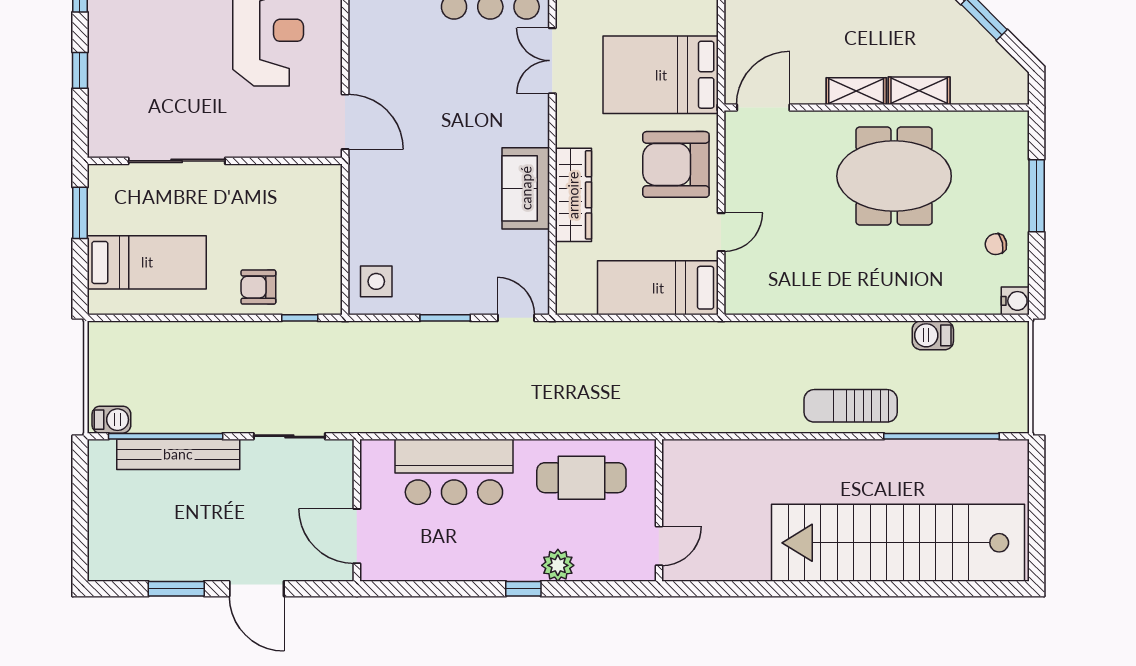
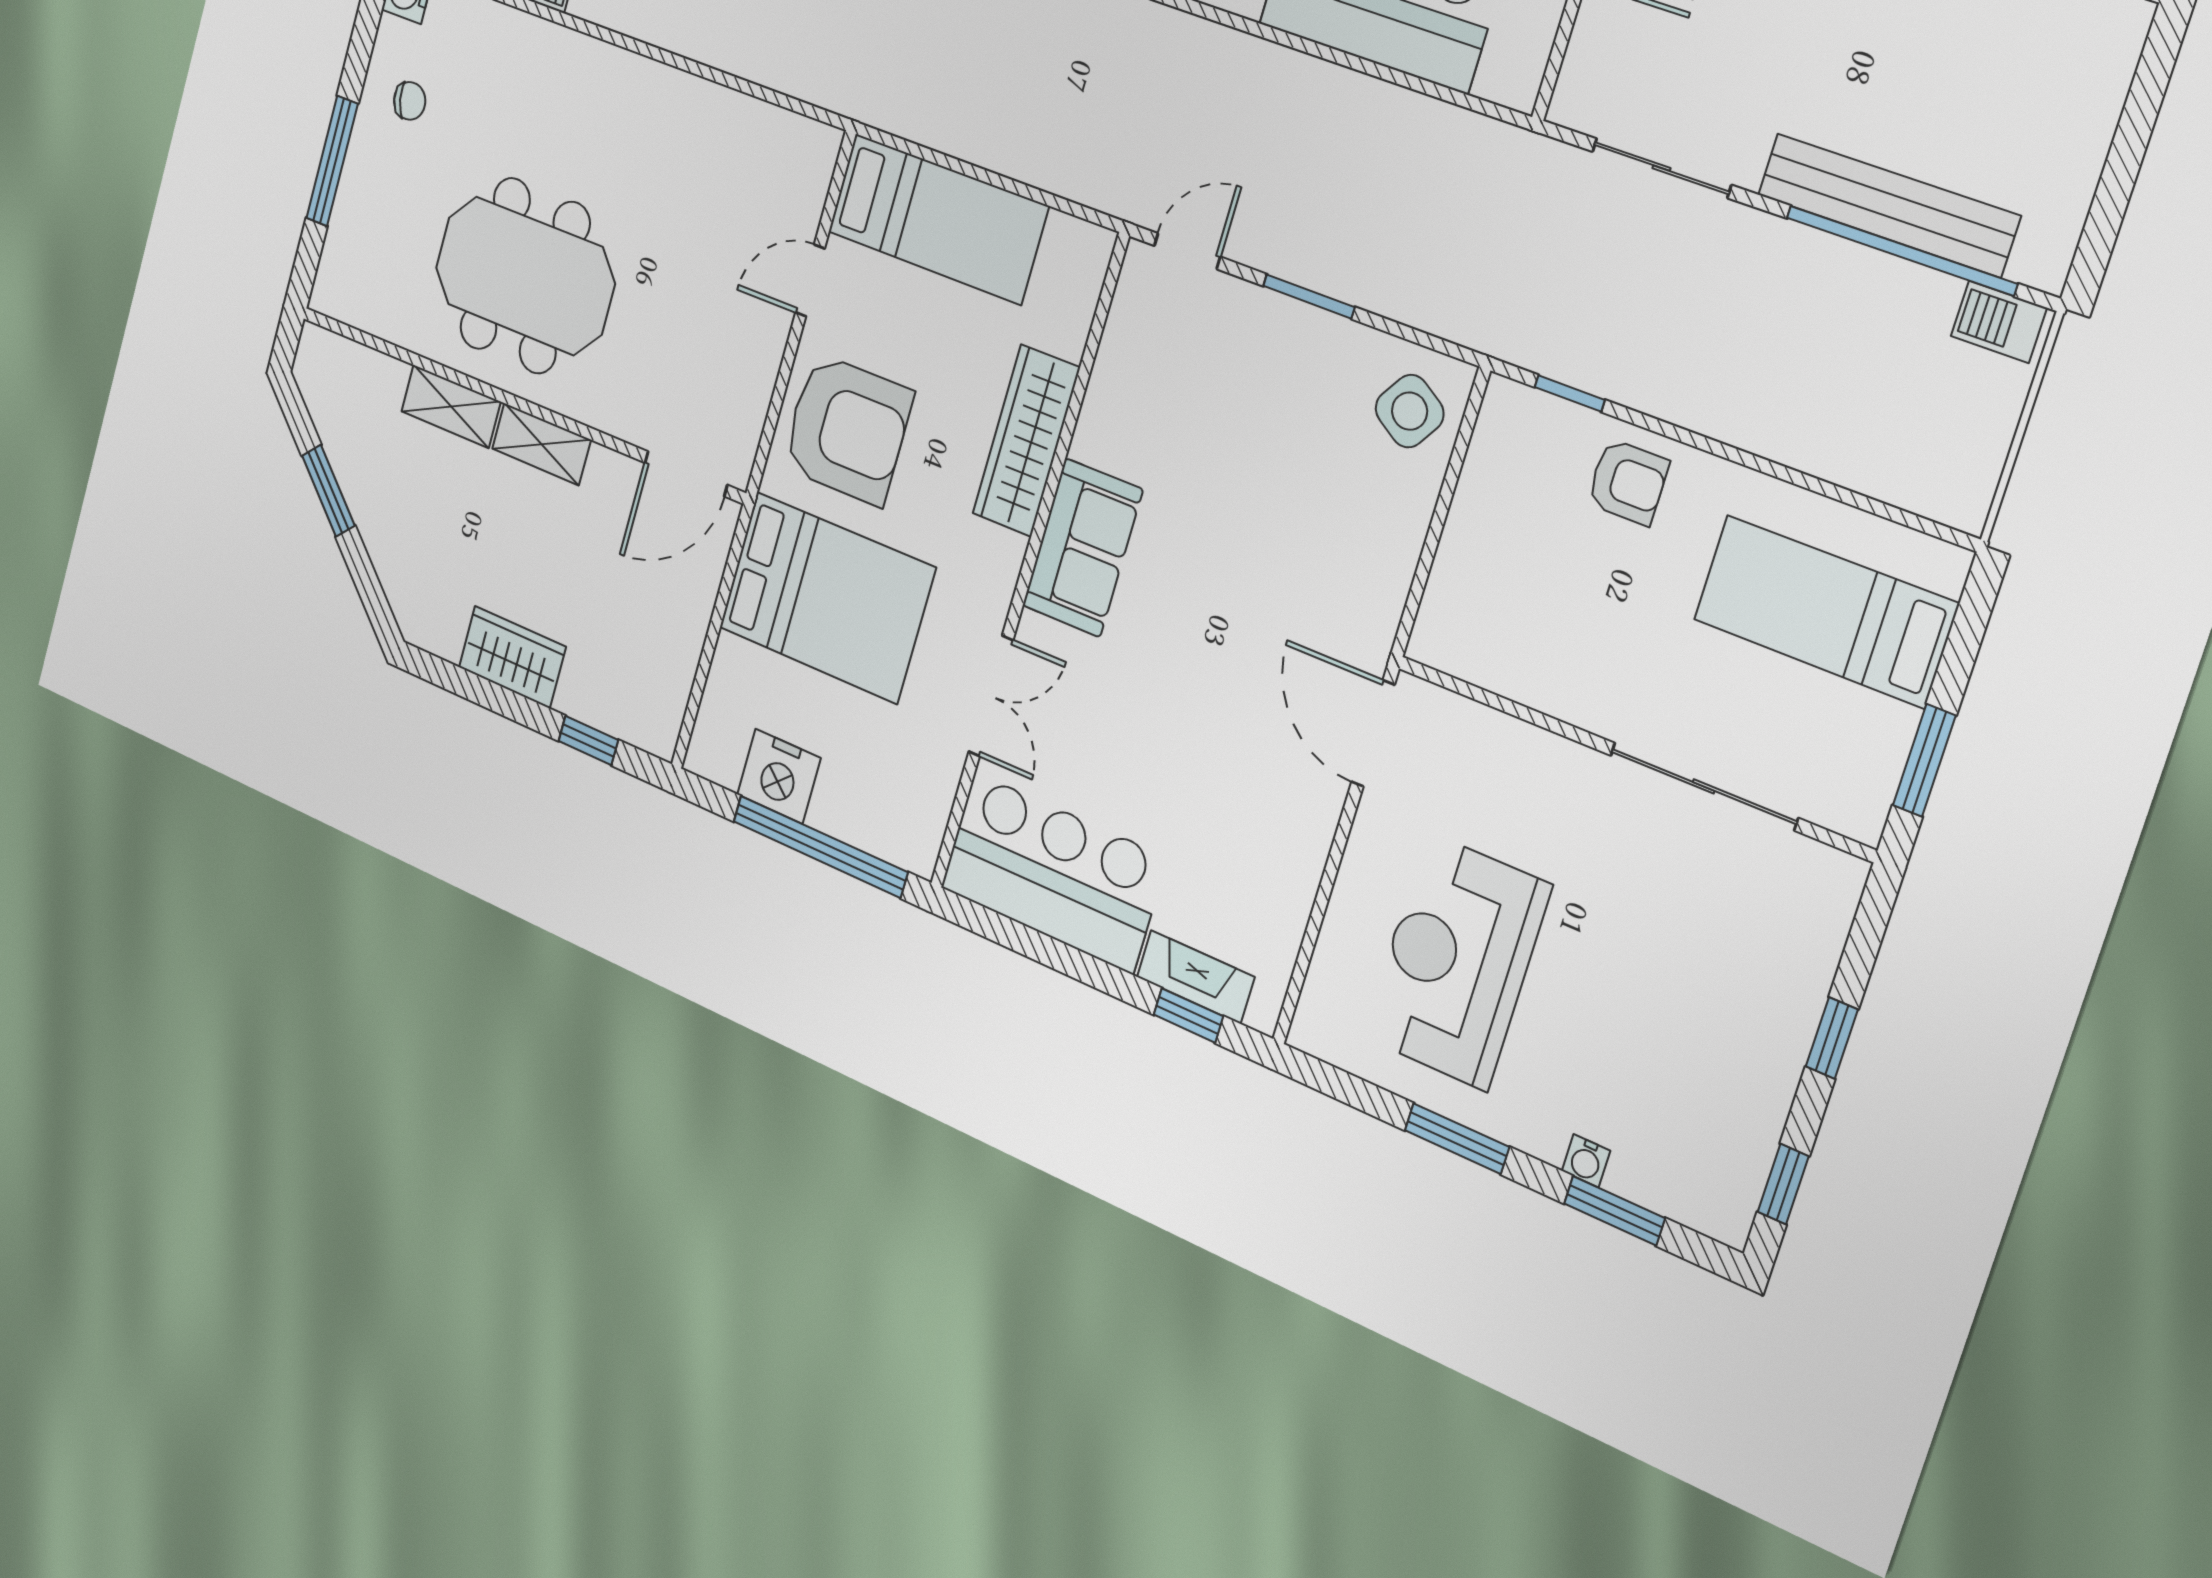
sofa: (526, 188) -> (1082, 548), moved
side table: (376, 281) -> (1410, 411), turned 33
door: (516, 318) -> (1187, 251), swing flipped

